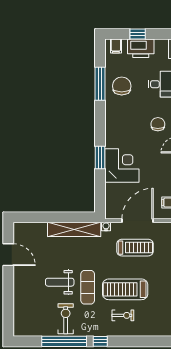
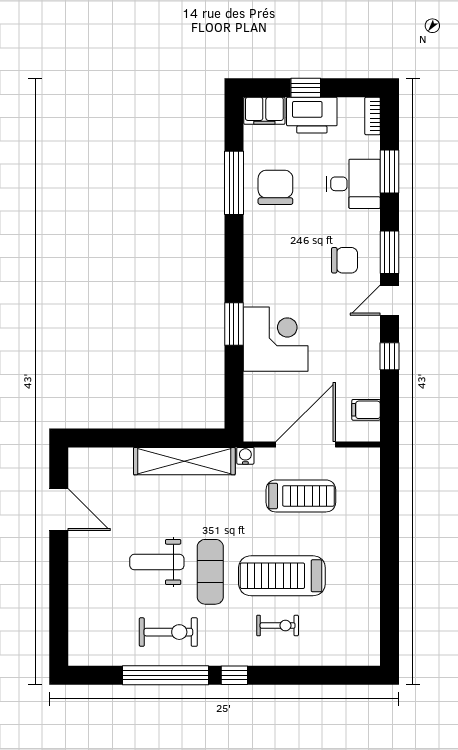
filing cabinet: (116, 46) -> (264, 111), width x2.00
chair: (158, 124) -> (345, 260), turned 90
exercise bike: (66, 319) -> (168, 632), turned 90

